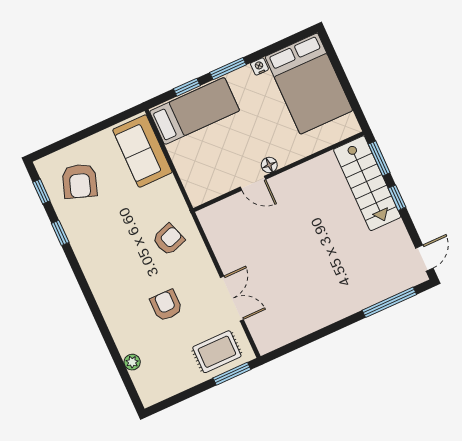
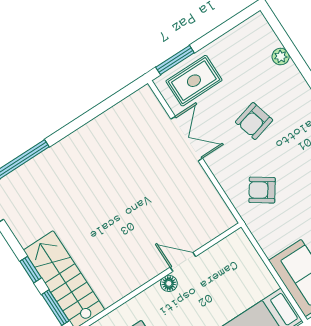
armchair: (169, 239) -> (262, 190), turned 53
double door: (232, 298) -> (187, 139), swing flipped
armchair: (166, 305) -> (254, 121), turned 75

